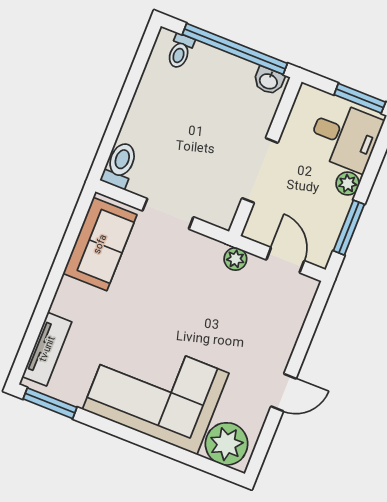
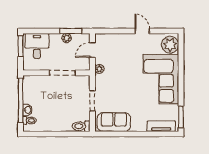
washbasin: (269, 81) -> (28, 110), moved
plant: (348, 183) -> (67, 38), moved

